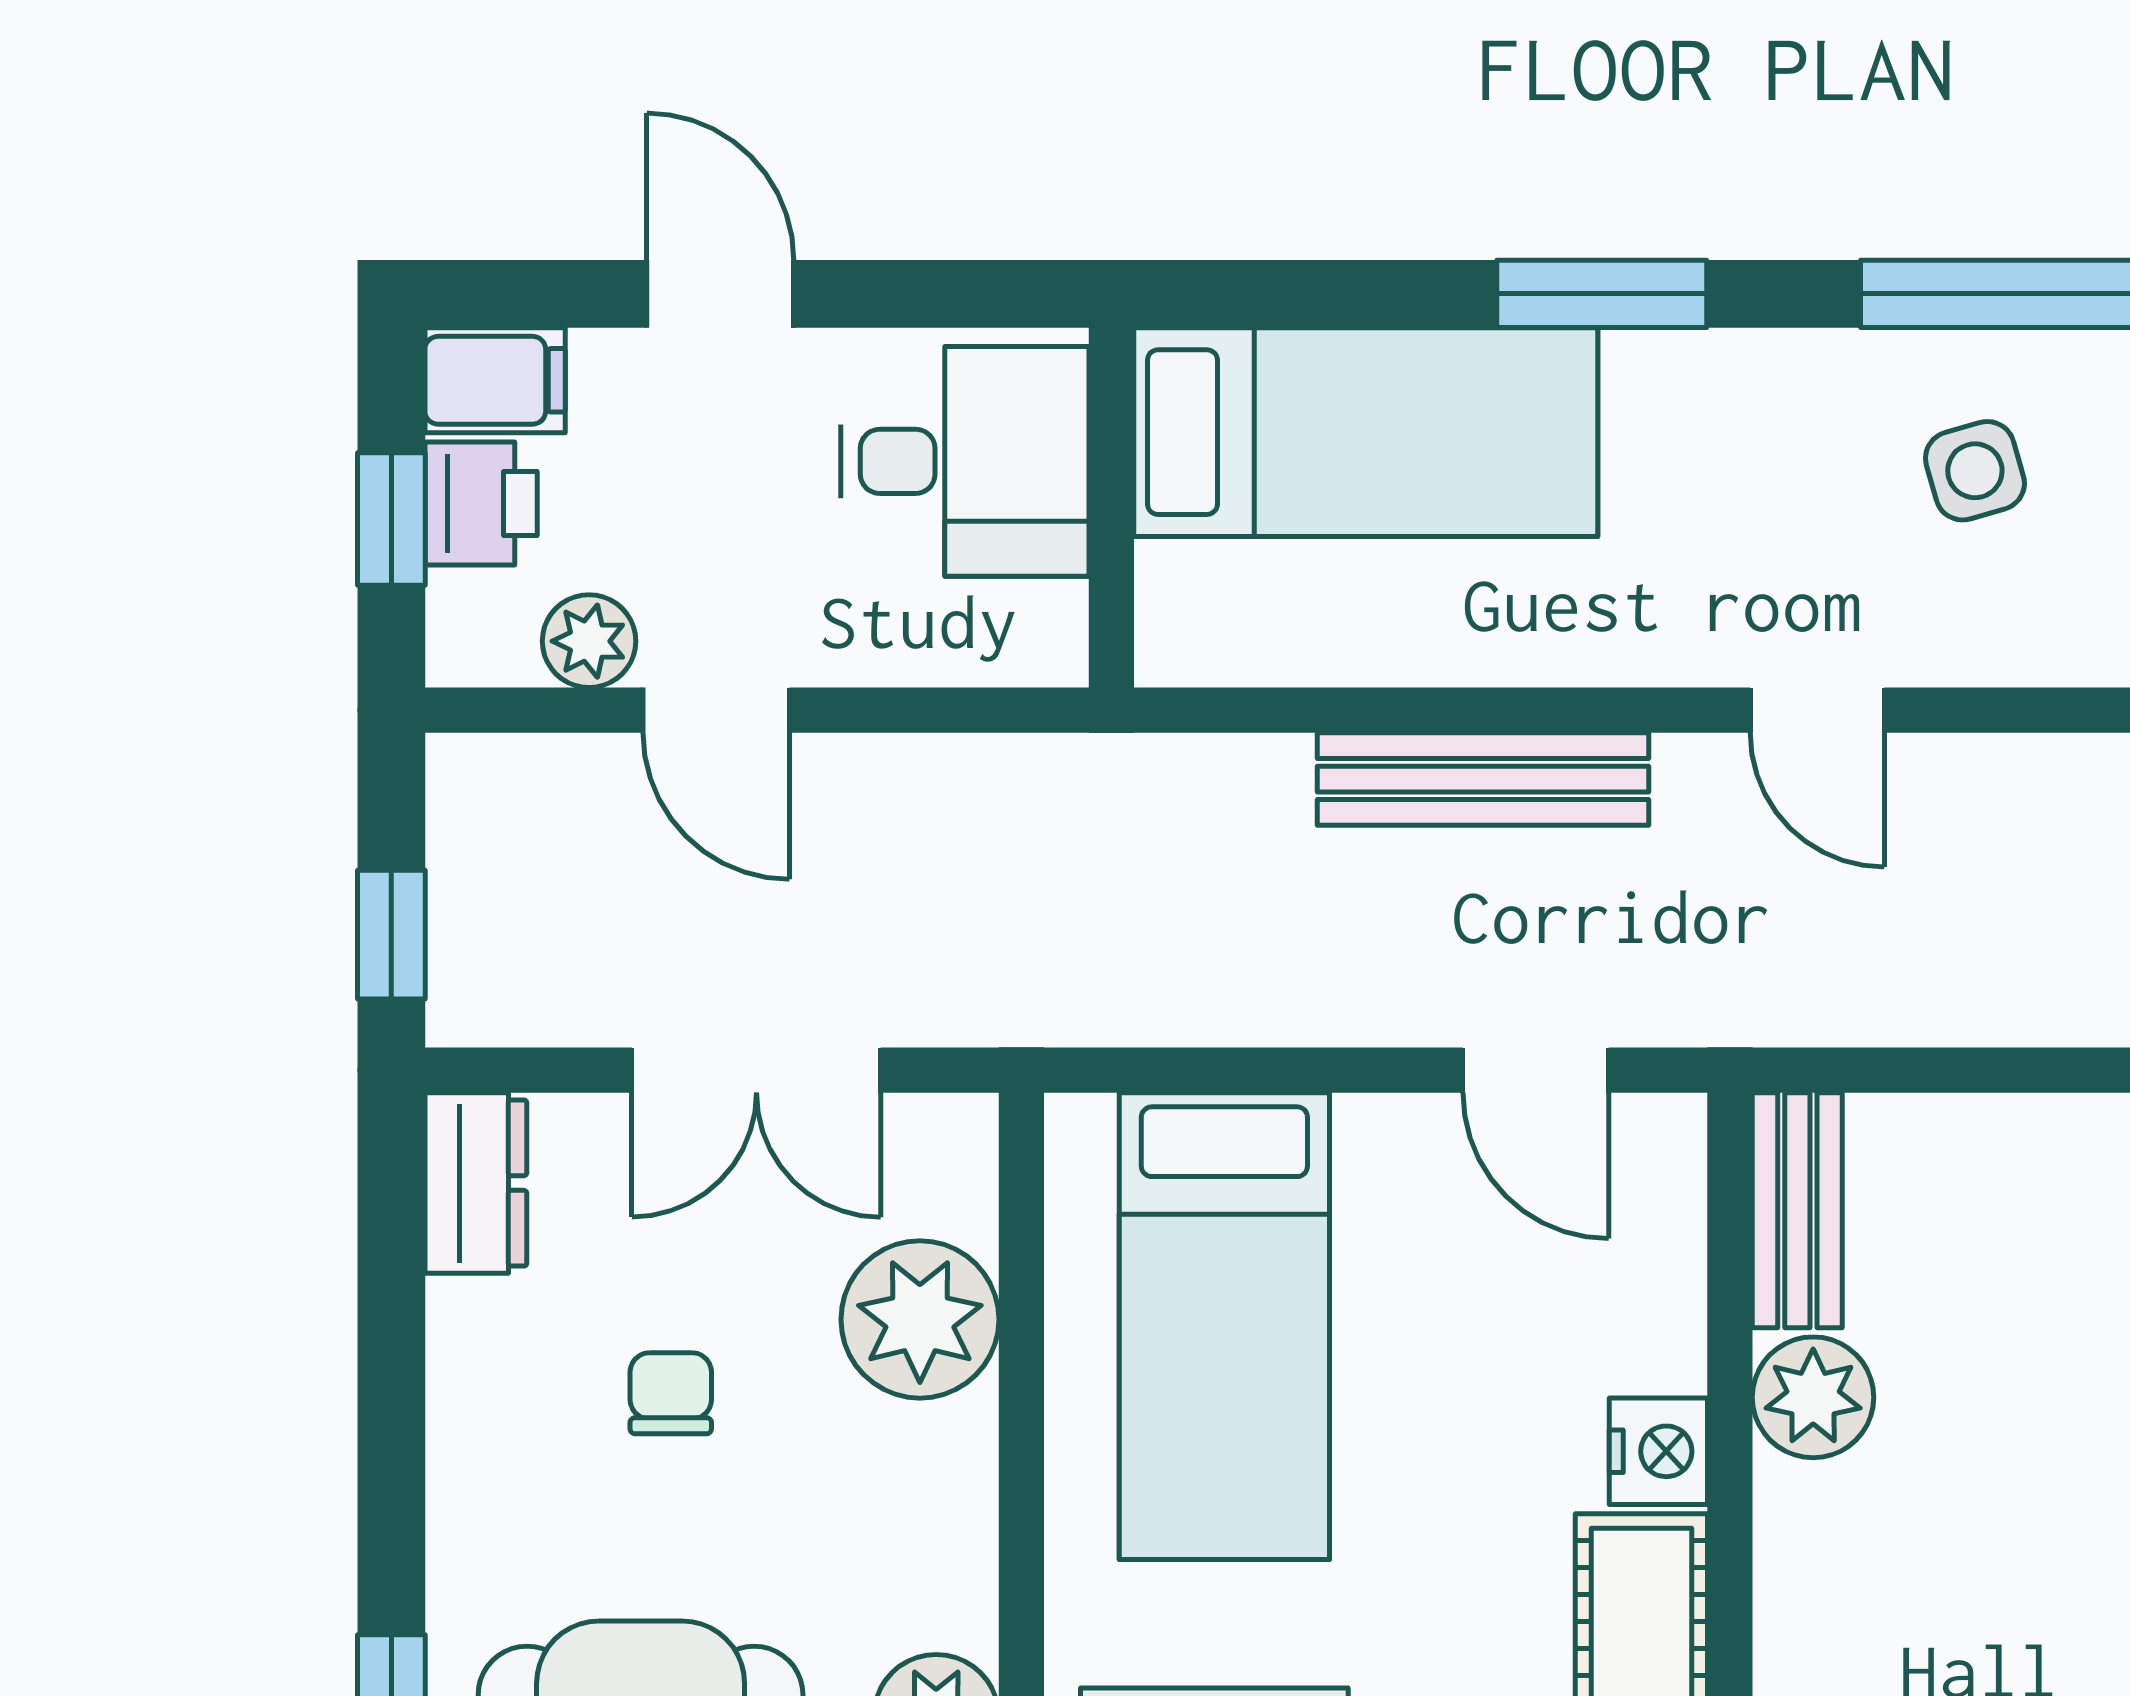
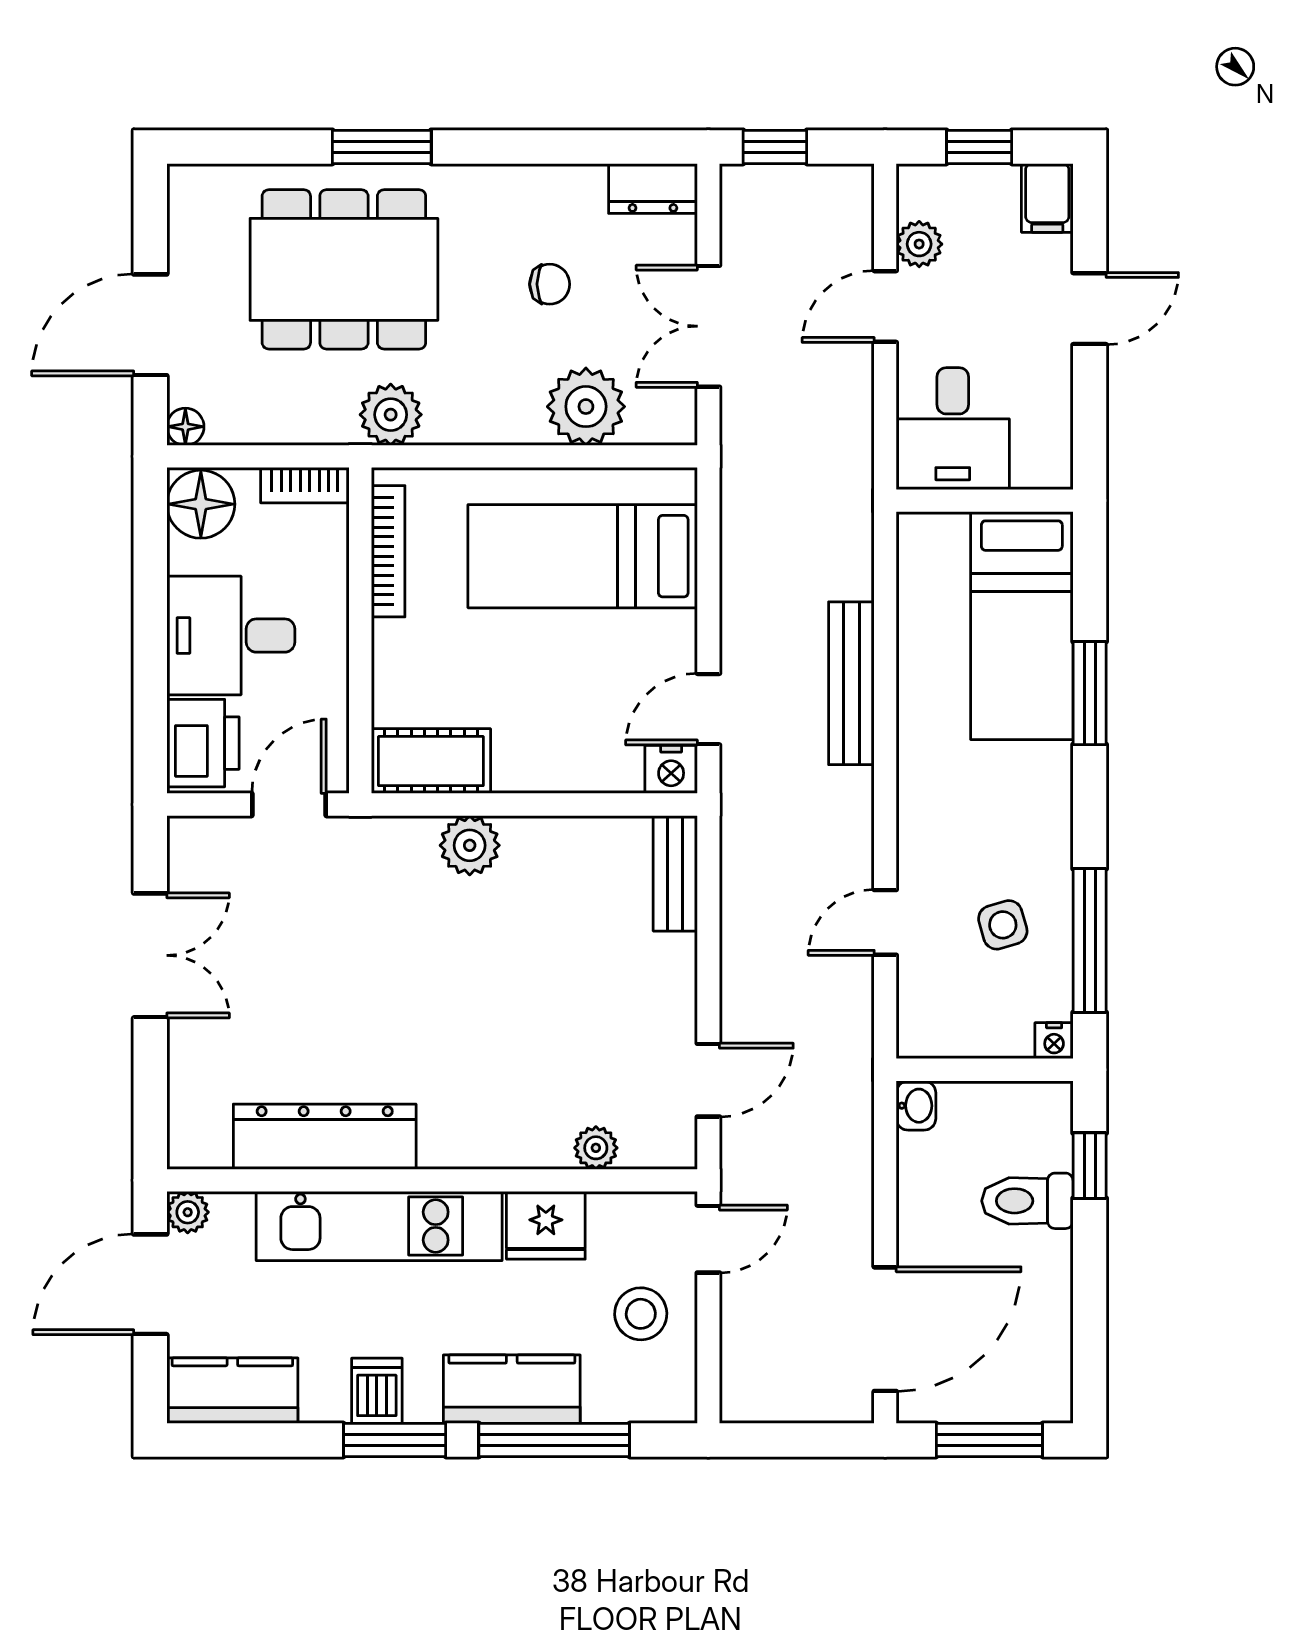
window: (1602, 294) -> (1090, 693), moved
desk: (965, 461) -> (953, 429), moved
printer: (481, 503) -> (987, 191), removed
door: (1817, 710) -> (885, 922), moved
bench: (1797, 1210) -> (675, 873), moved, turned 90
plant: (1813, 1397) -> (470, 845), moved
nightstand: (1658, 1451) -> (671, 769), moved

